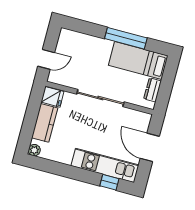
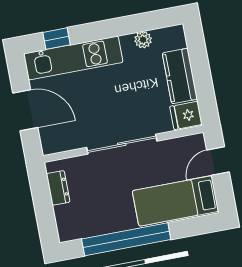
window: (126, 38) -> (126, 239), width x1.46
bed: (138, 61) -> (175, 201), moved, turned 180
plant: (34, 150) -> (143, 40), moved

